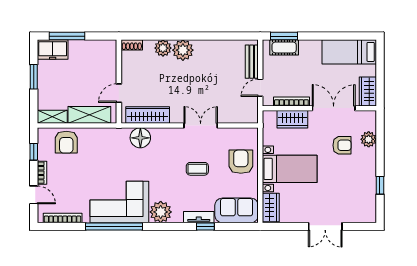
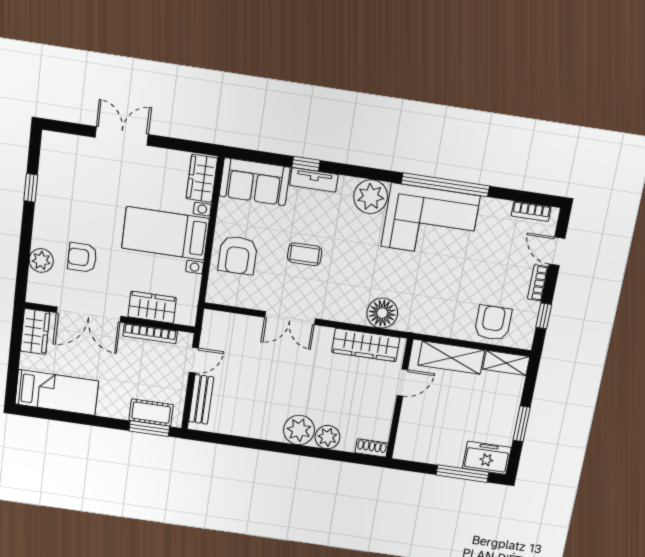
bookcase: (63, 218) -> (531, 211), width x0.64

